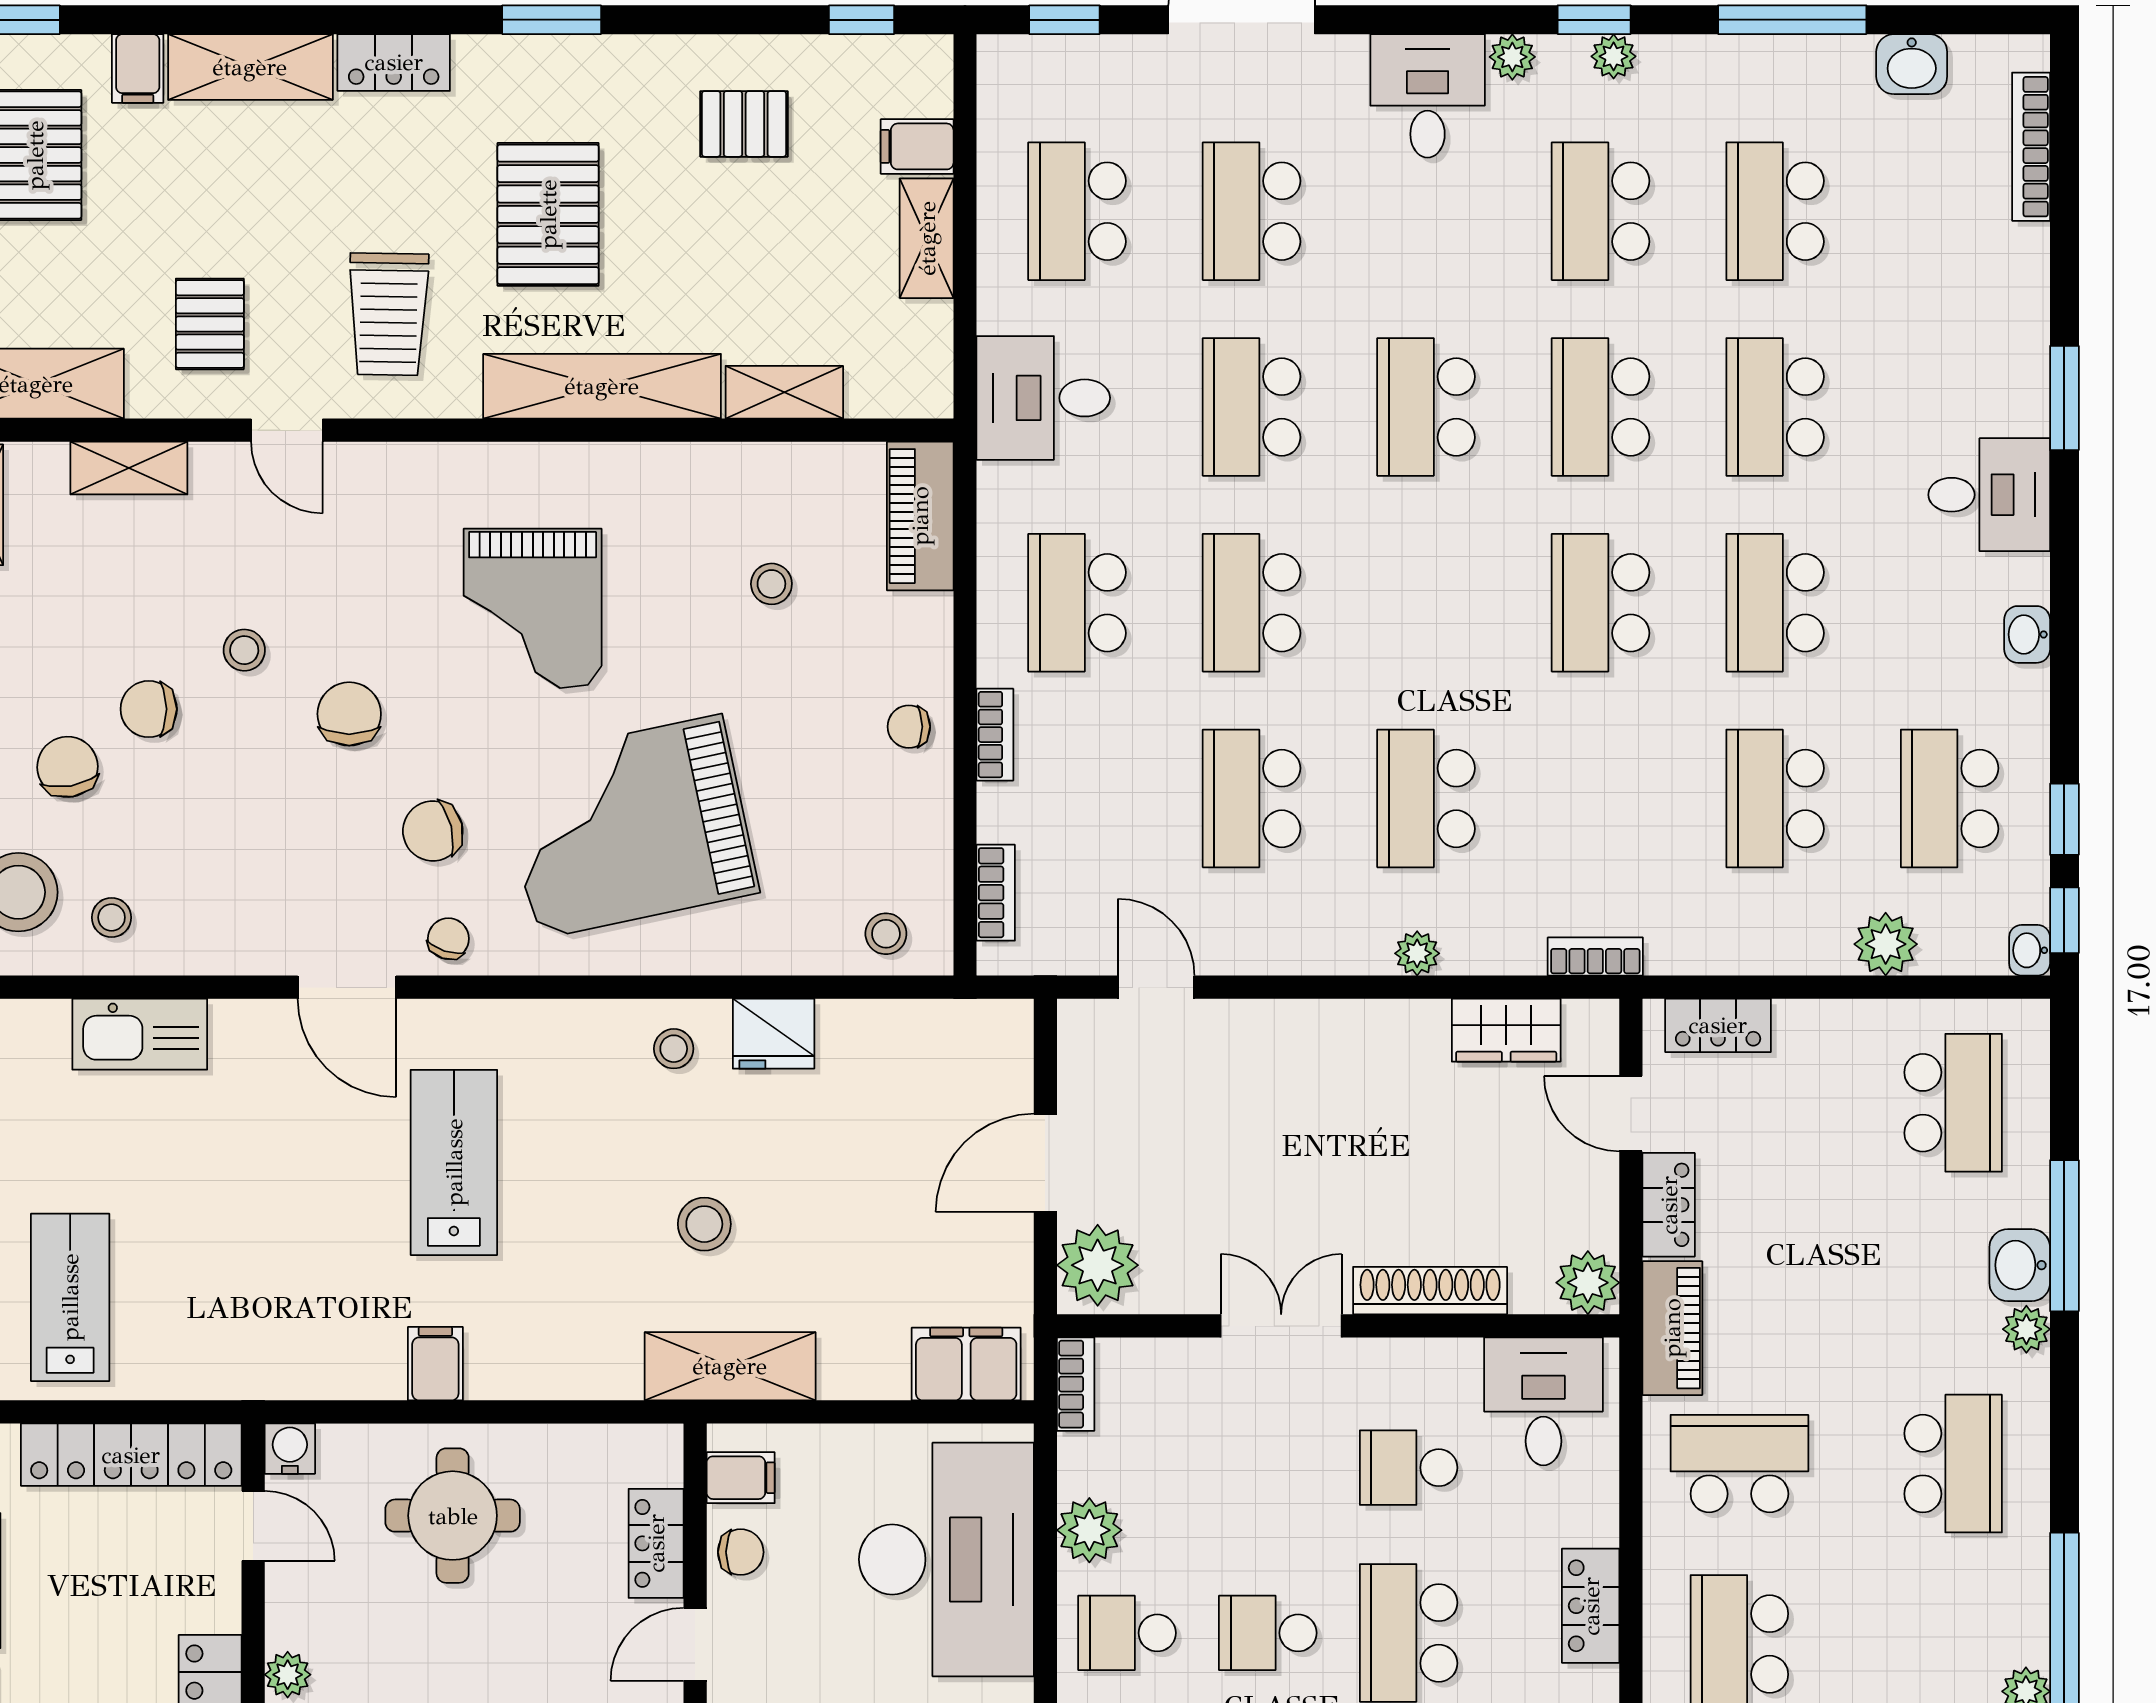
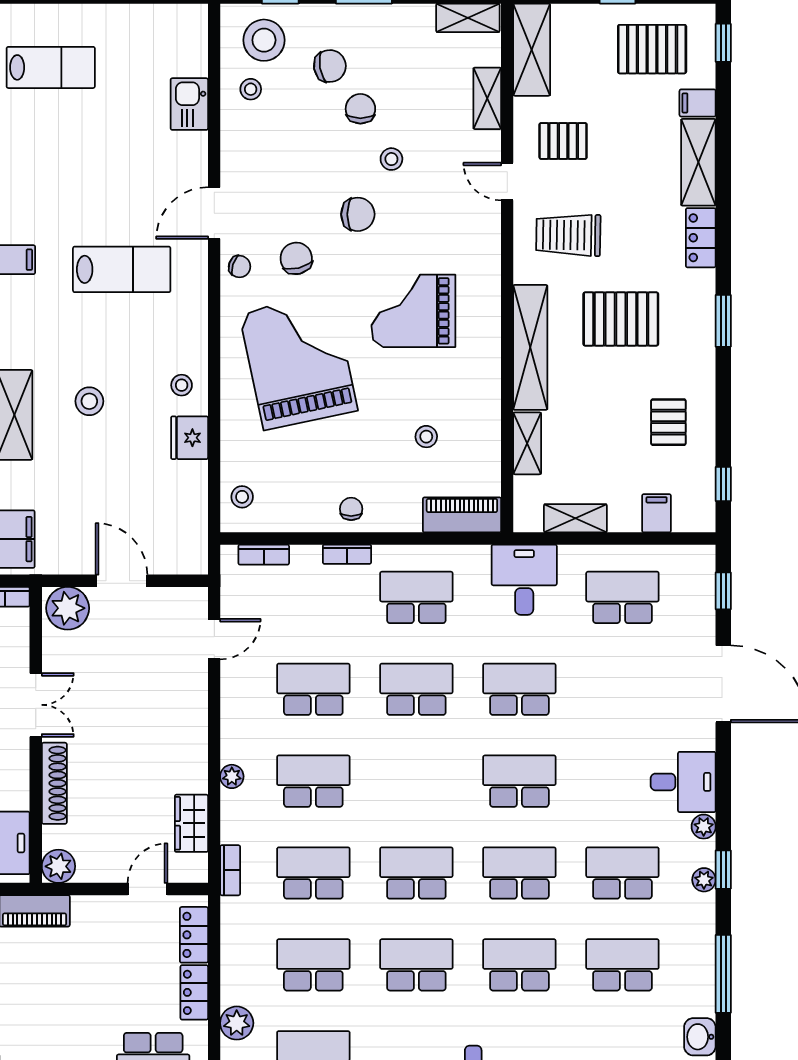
school desk: (1251, 211) -> (313, 873), moved
shelving: (927, 238) -> (575, 518), moved
door: (287, 430) -> (507, 181), hinge flipped
kitchen sink: (140, 1034) -> (189, 104), width x0.73
locker: (1669, 1205) -> (194, 992), moved, turned 90

